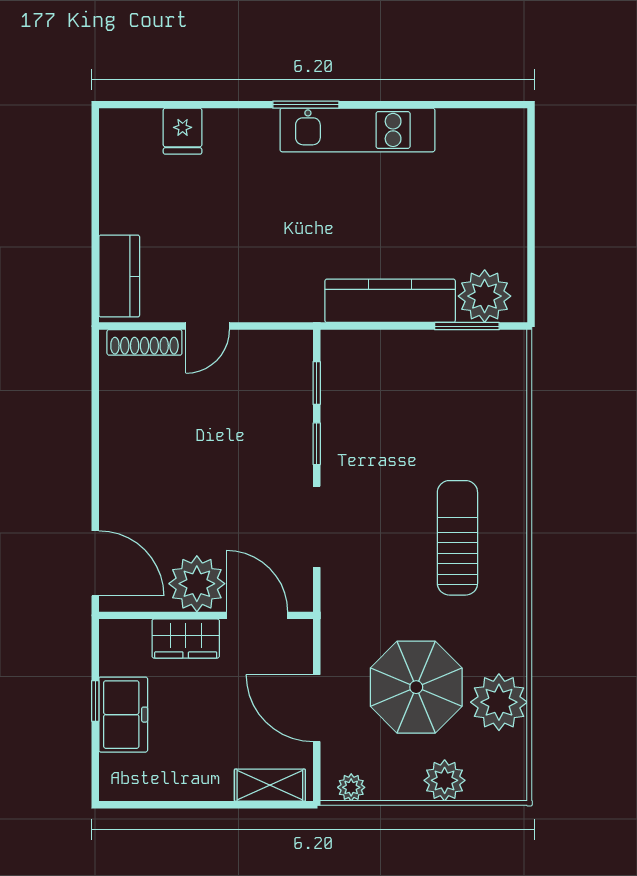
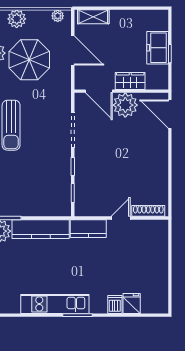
dishwasher: (221, 129) -> (115, 304), added
kitchen counter: (119, 276) -> (88, 229), moved, turned -90

